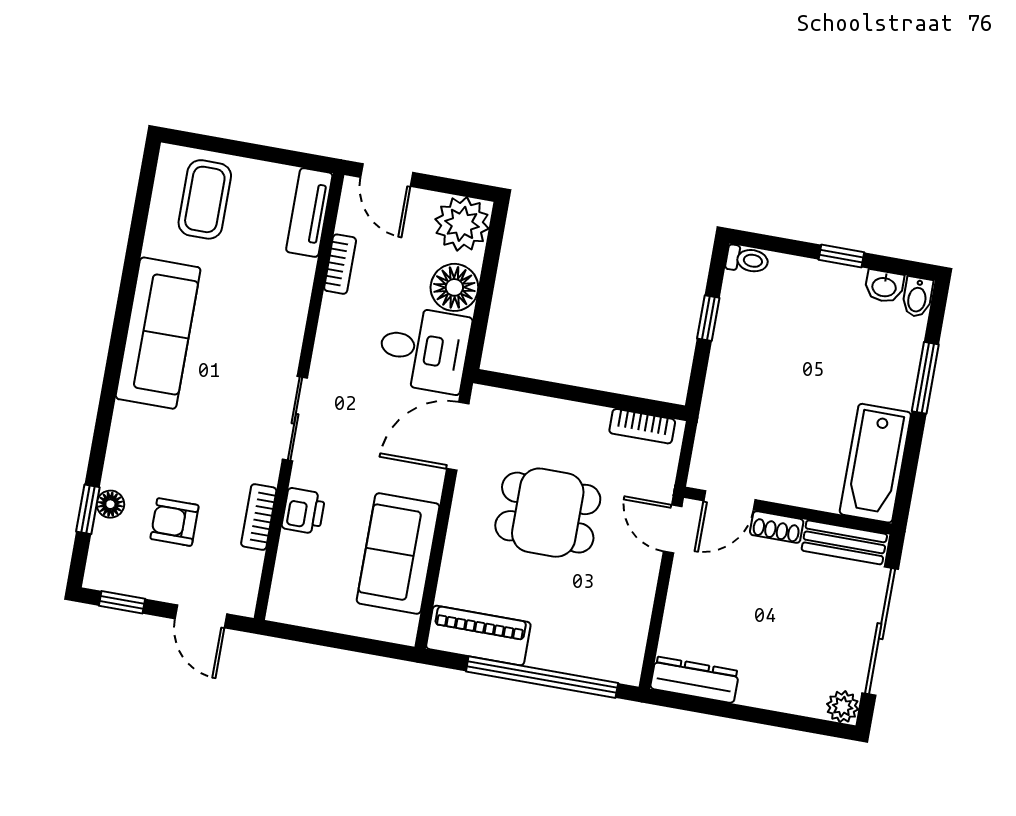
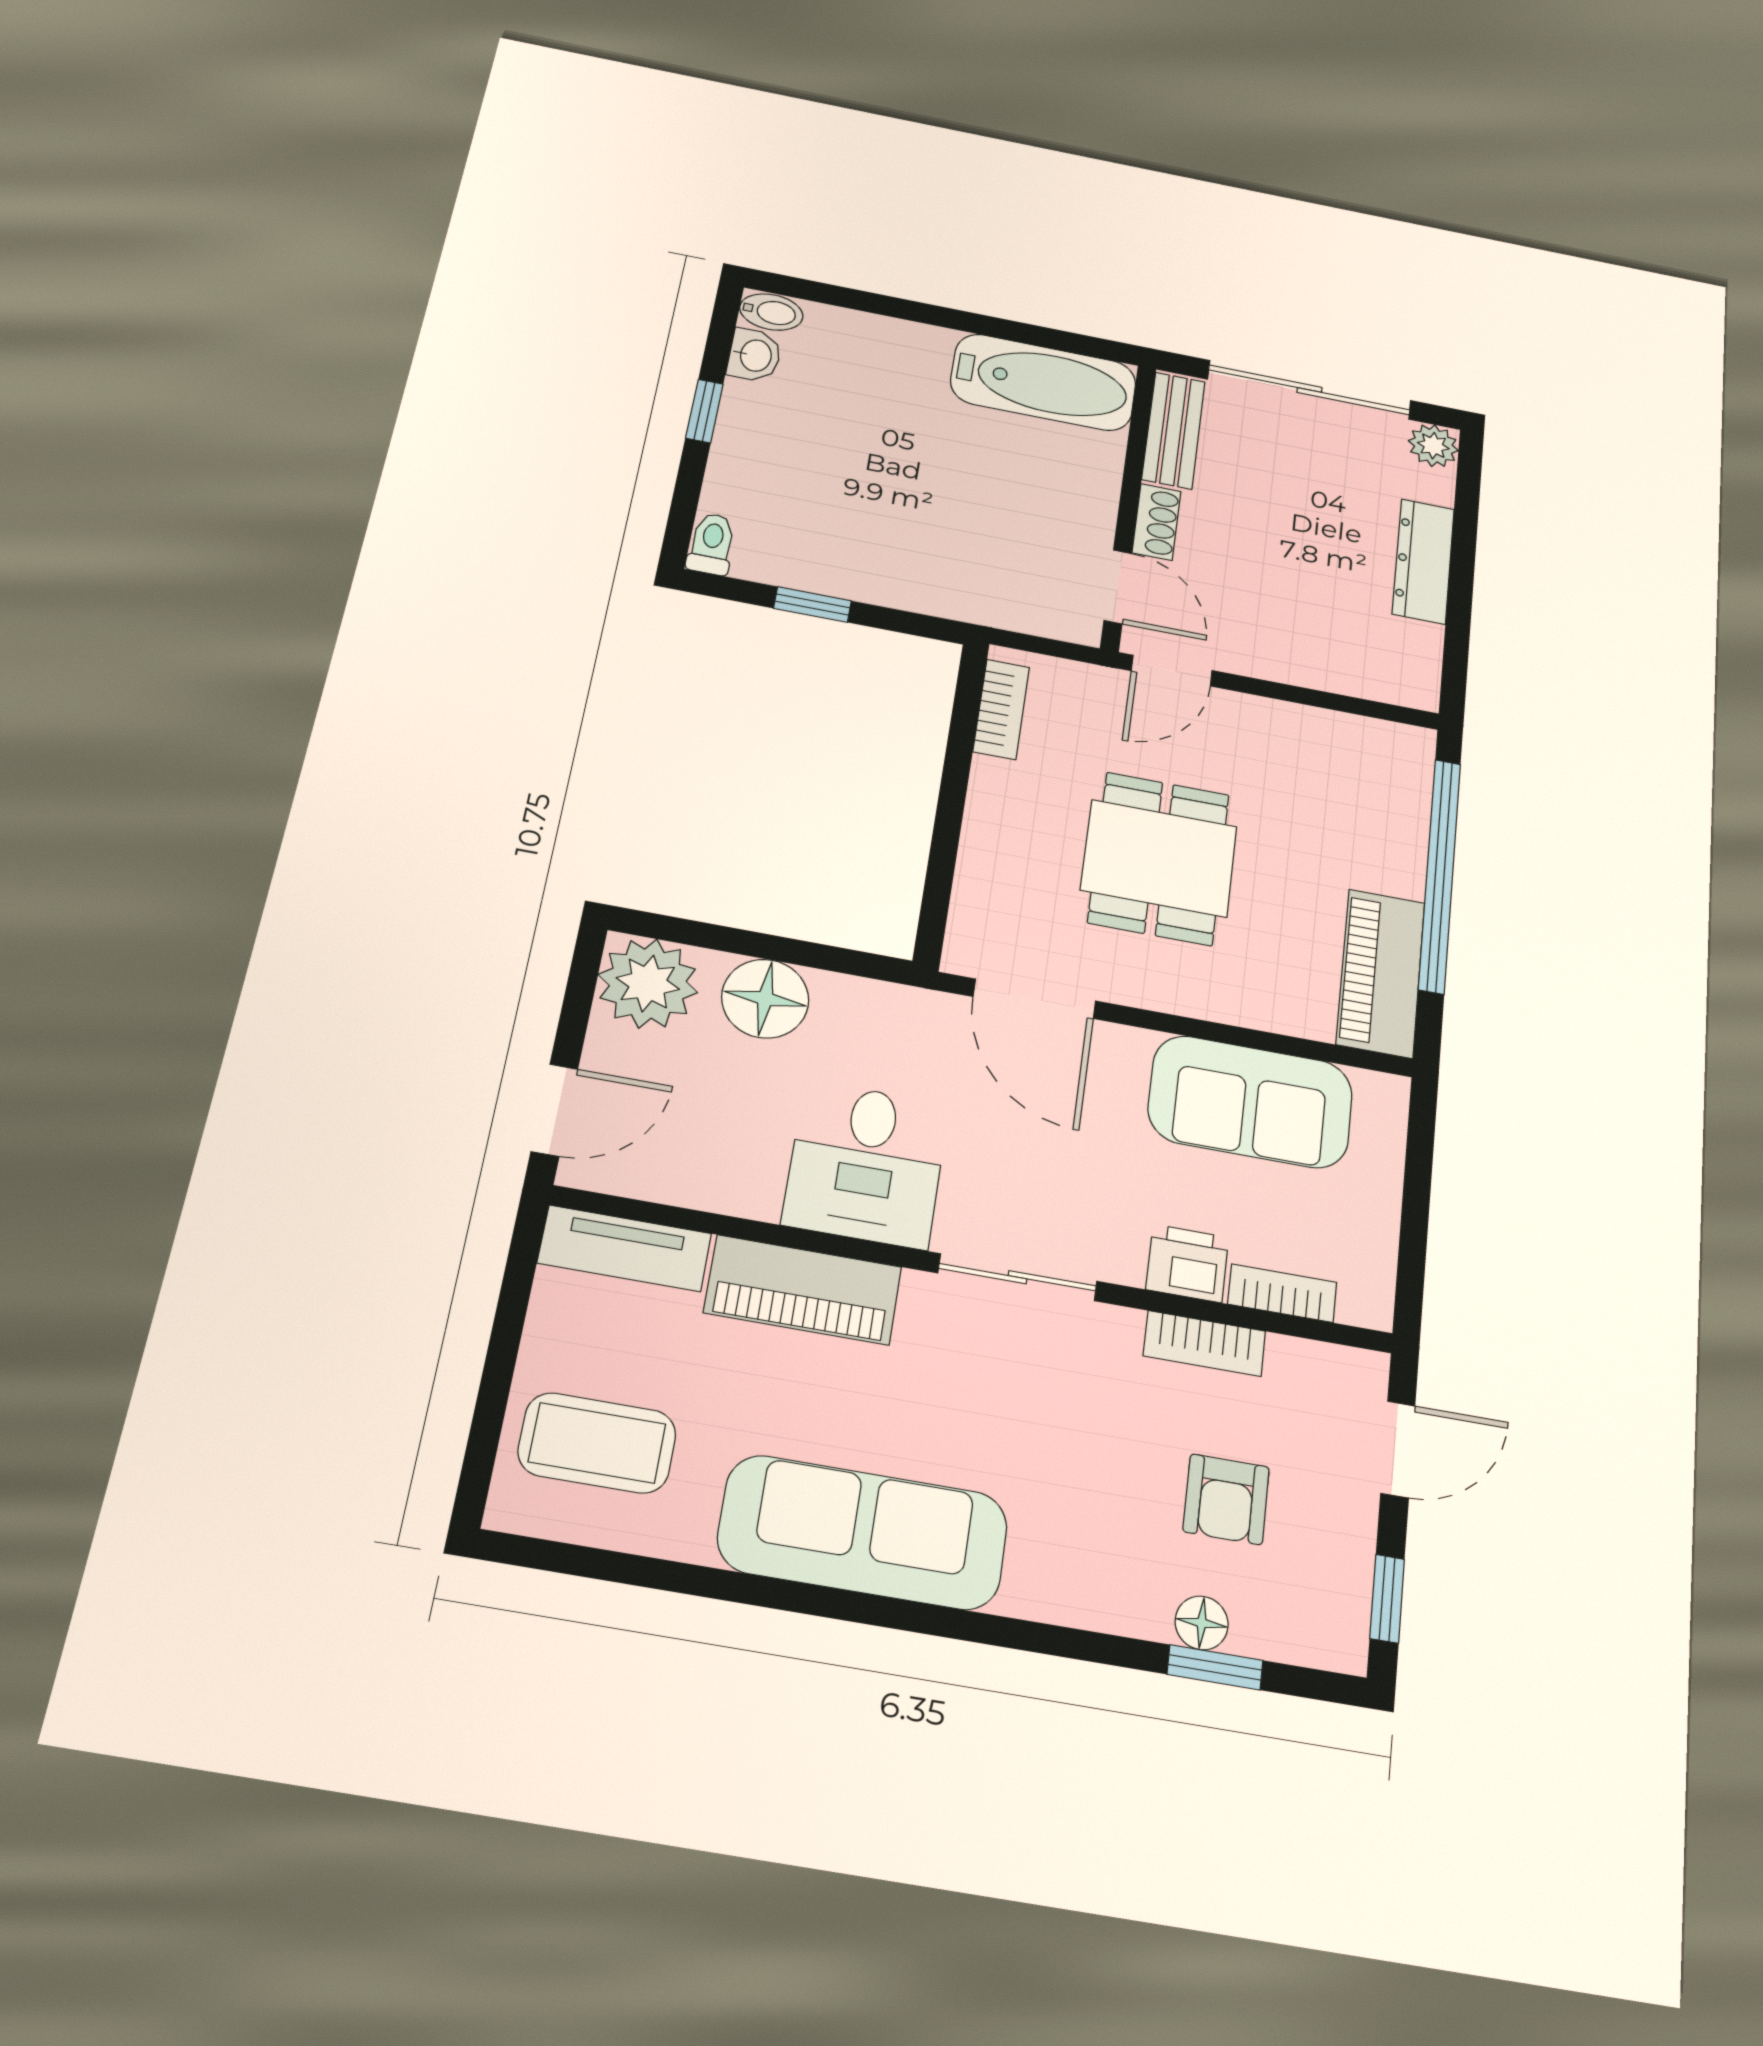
bookcase: (340, 264) -> (1282, 1293), moved
piano: (287, 305) -> (803, 1290), added
desk: (424, 349) -> (866, 1164), moved, turned 180
window: (925, 378) -> (902, 309), removed
dresser: (695, 680) -> (1423, 561), moved

